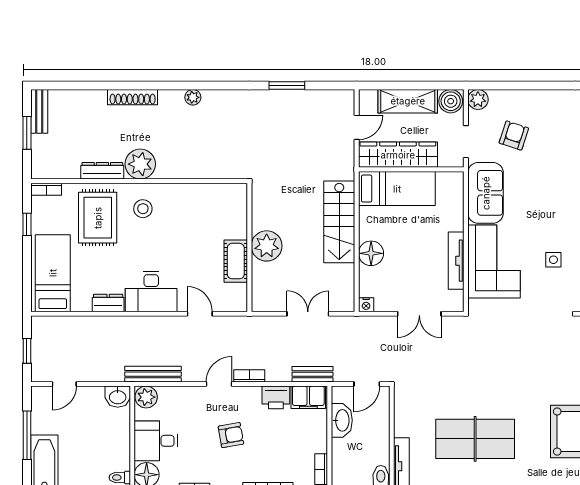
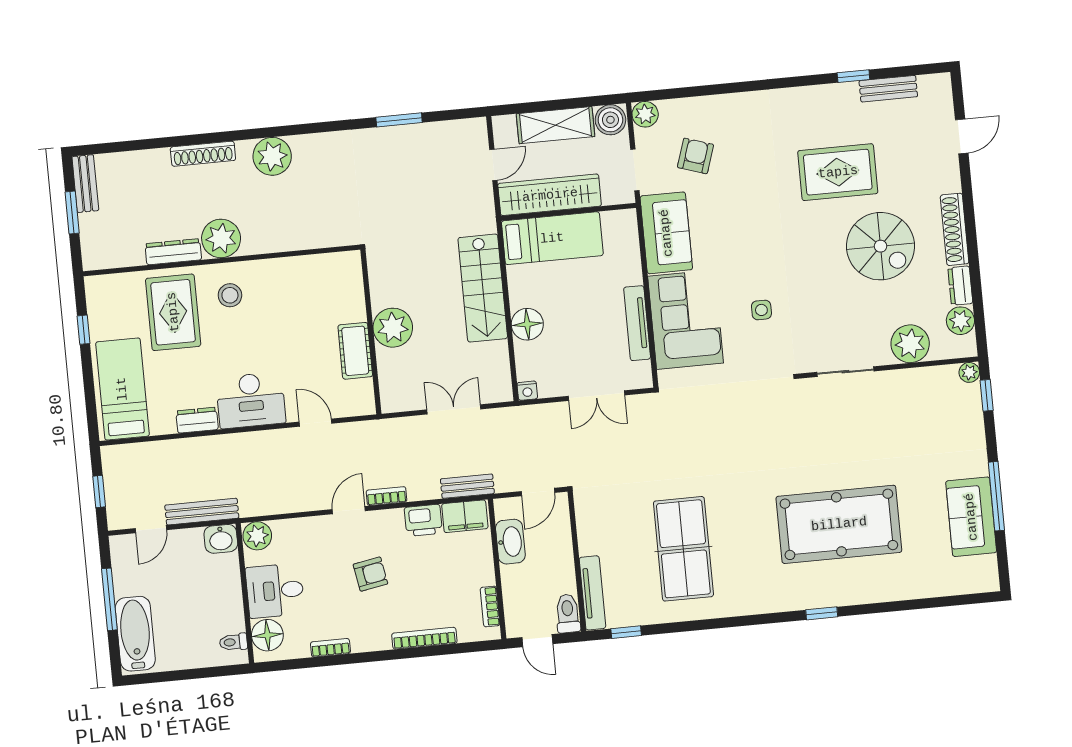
plant: (193, 97) -> (272, 156), width x1.88, depth x1.88
bookcase: (46, 189) -> (104, 282), removed
bench: (153, 374) -> (202, 512), moved
table tennis table: (475, 439) -> (683, 549), turned 90

